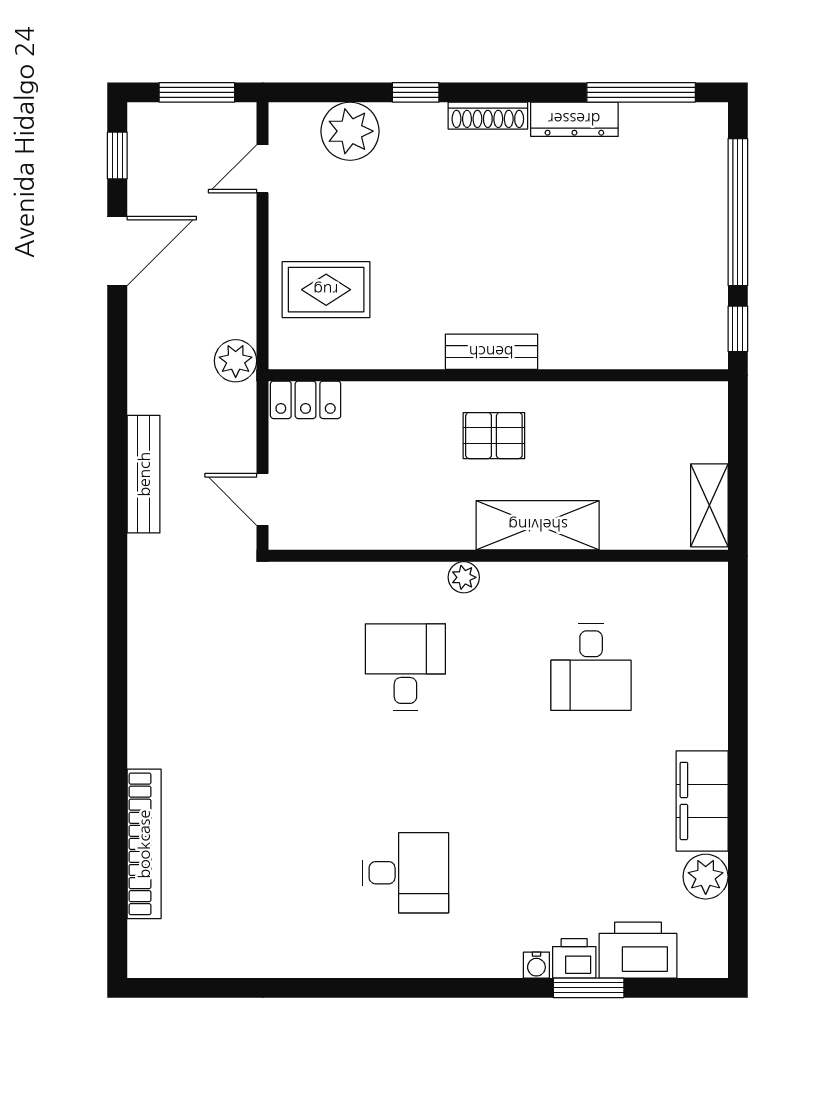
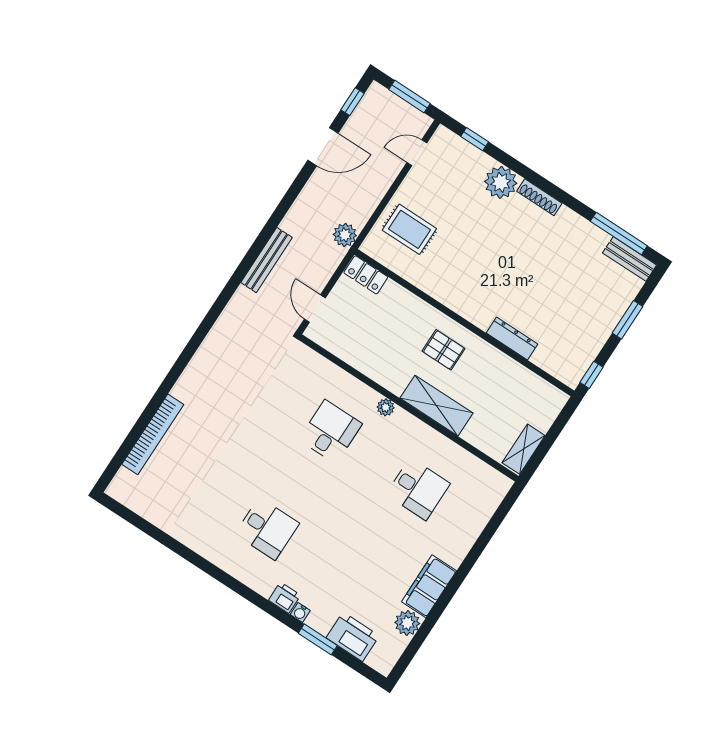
window: (416, 92) -> (475, 139), moved
dresser: (574, 119) -> (512, 338), moved, turned 180
plant: (350, 131) -> (501, 182), moved
window: (738, 212) -> (627, 320), width x0.47
bench: (491, 352) -> (630, 259), moved
desk: (591, 667) -> (418, 489), turned -90
printer: (574, 958) -> (285, 598), moved

